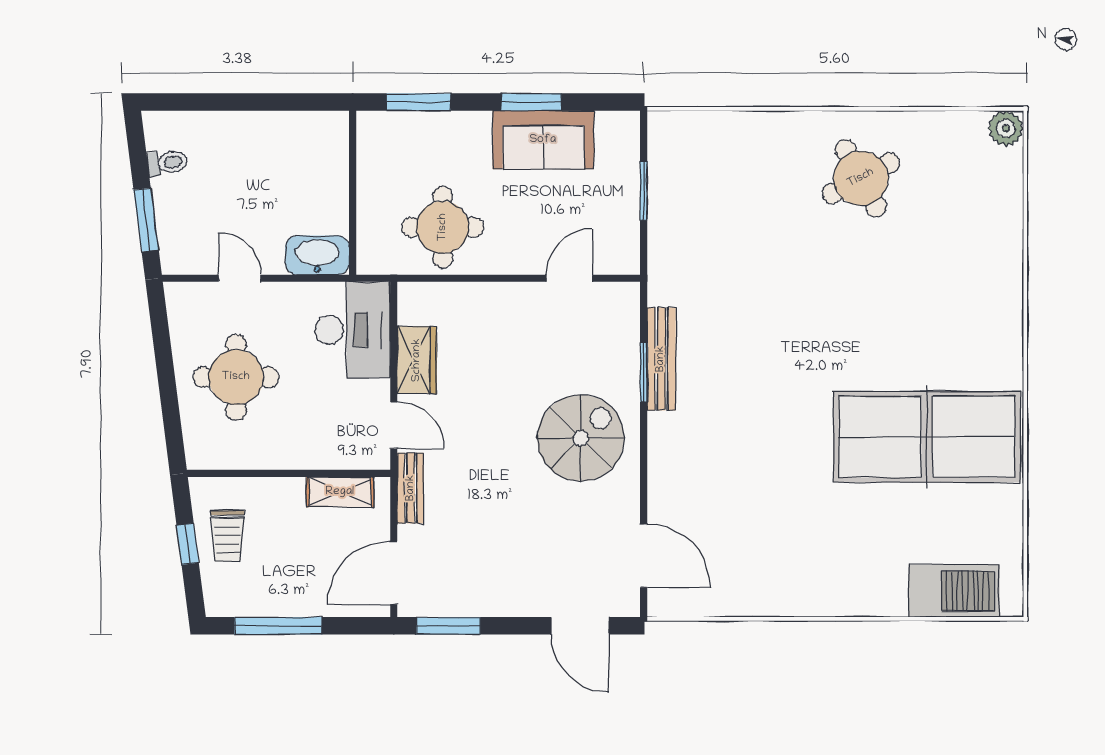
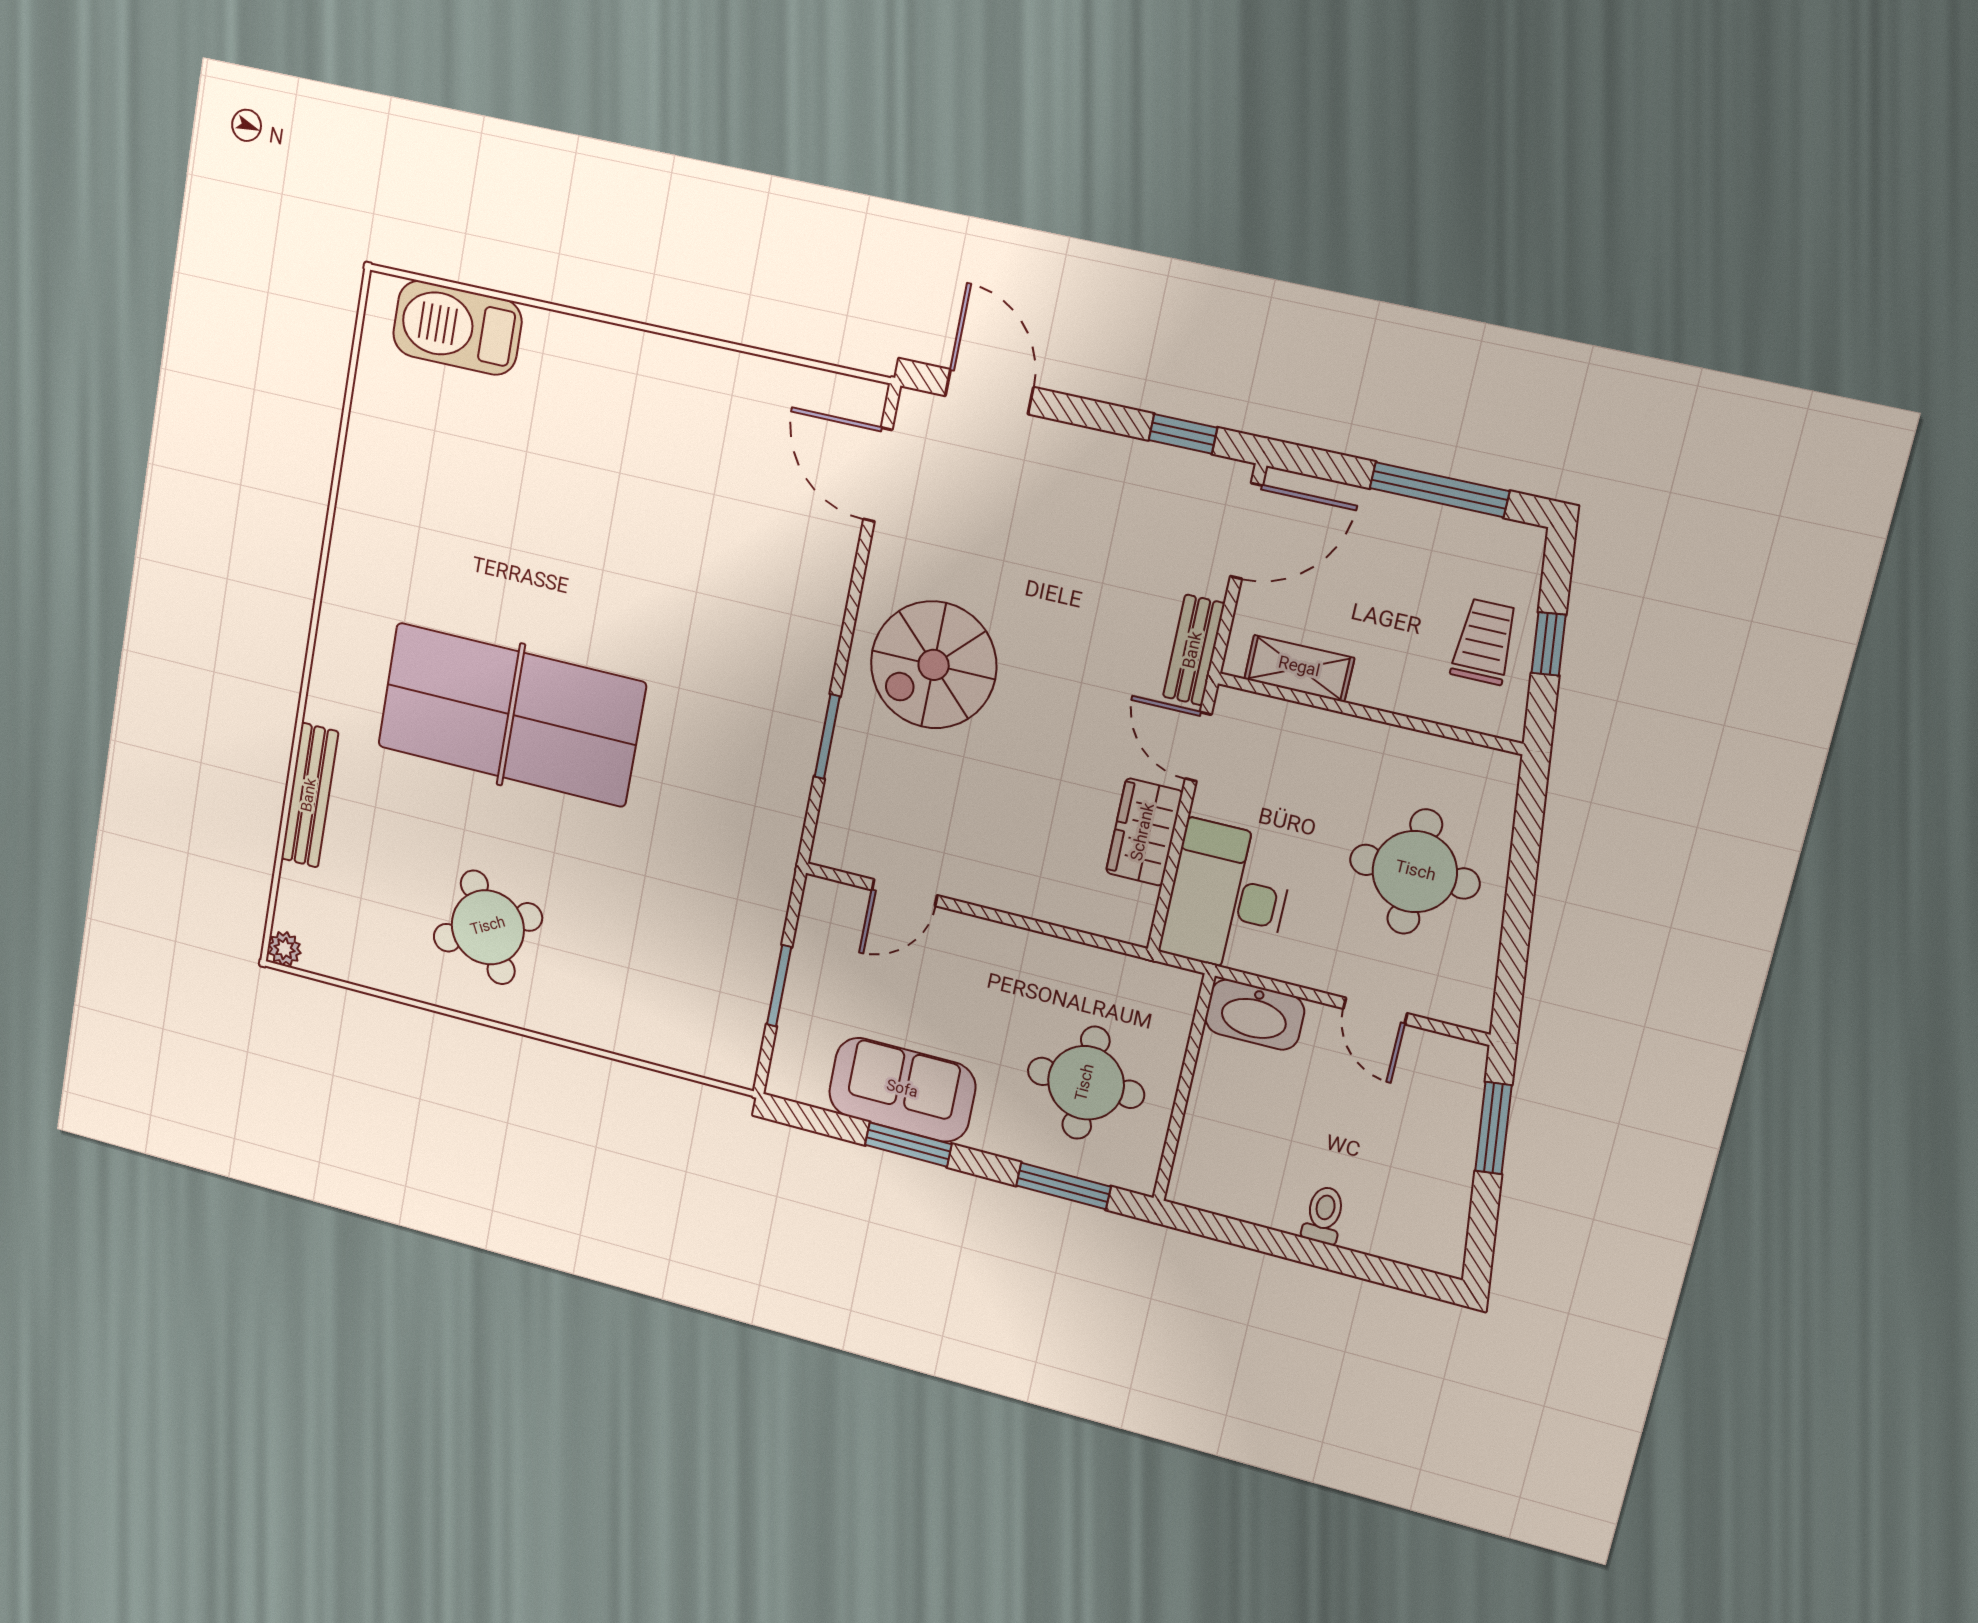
plant: (1006, 128) -> (285, 949), width x0.73, depth x0.73
toilet: (167, 162) -> (1324, 1215), moved, turned 97
round table: (443, 227) -> (1086, 1083), moved
bench: (661, 359) -> (310, 795), moved
table tennis table: (927, 437) -> (511, 715), moved
window: (448, 626) -> (1183, 434), width x0.67

